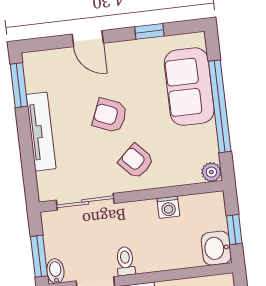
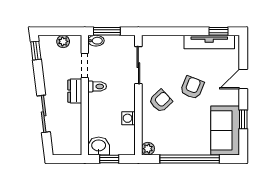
window: (19, 85) -> (219, 31), width x0.67
sofa: (189, 87) -> (225, 130), moved, turned -90
tv unit: (41, 132) -> (209, 42), moved

